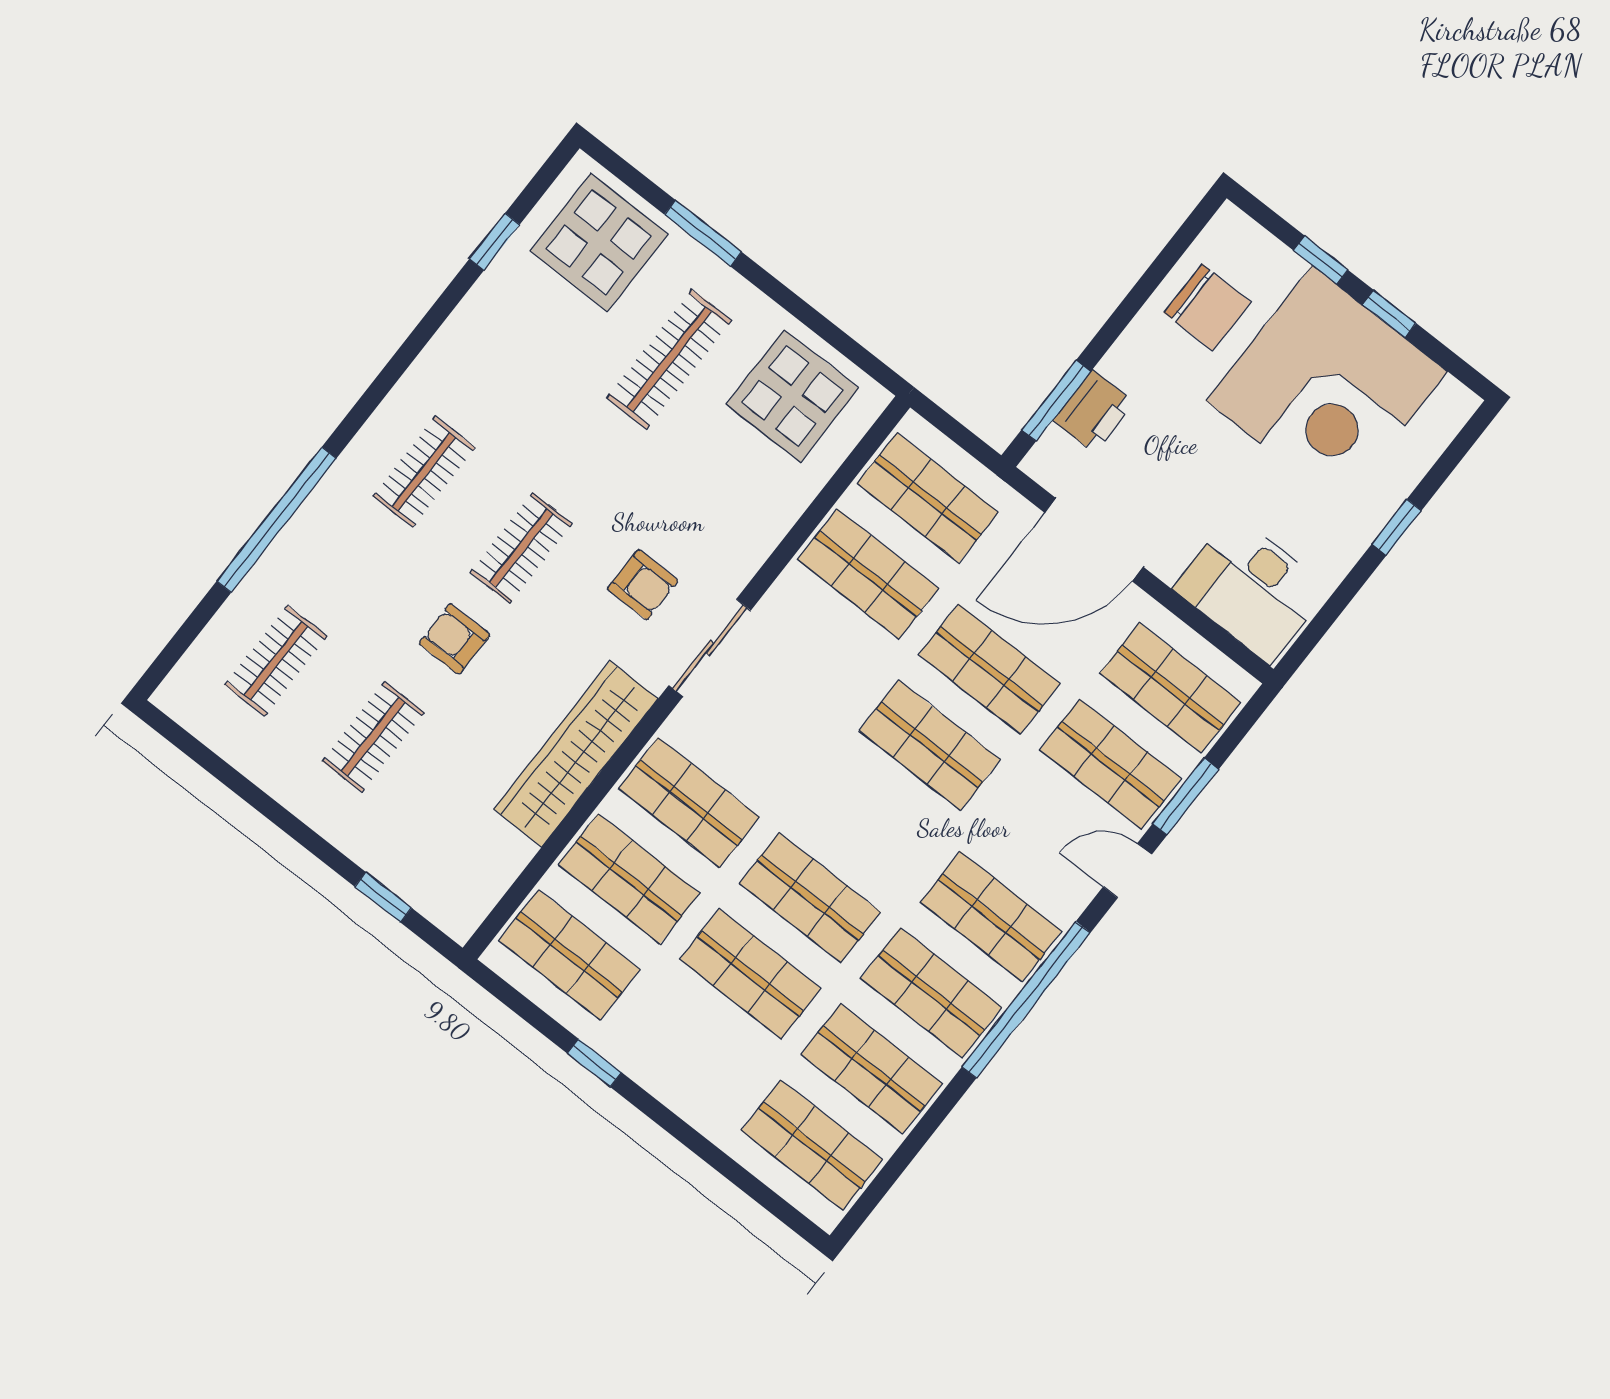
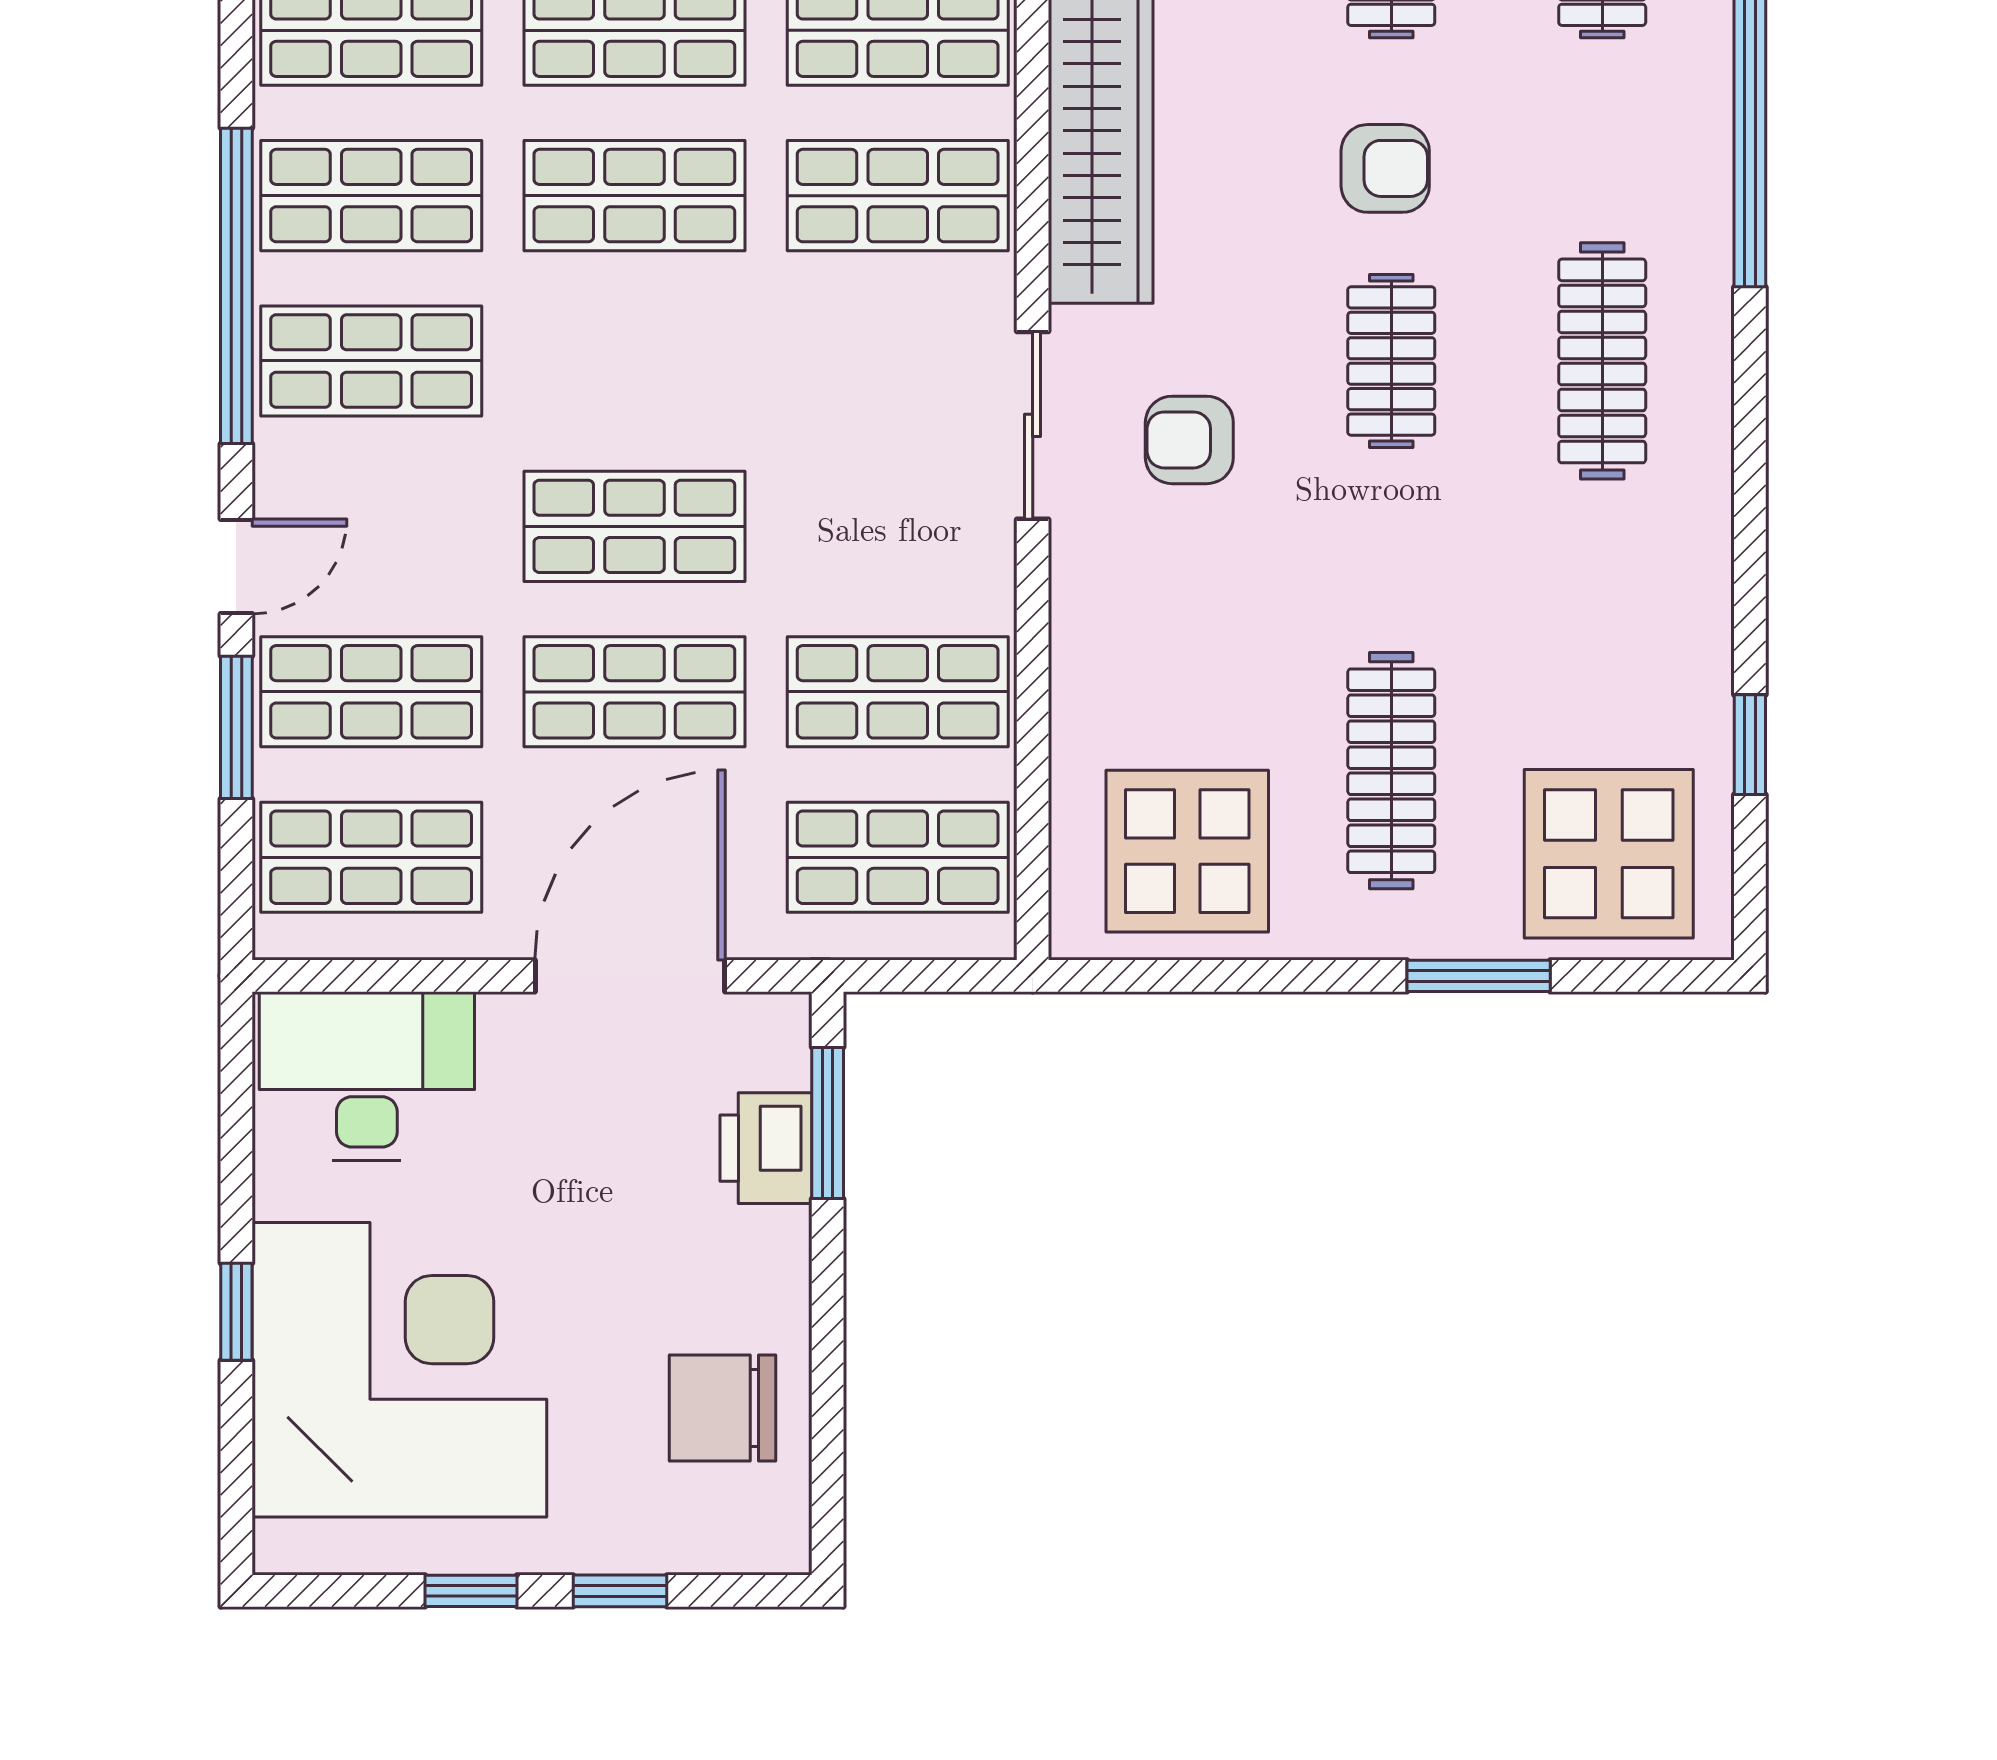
corner desk: (1327, 386) -> (399, 1370), moved, turned 90
clothes rail: (424, 472) -> (1602, 361), width x1.36

